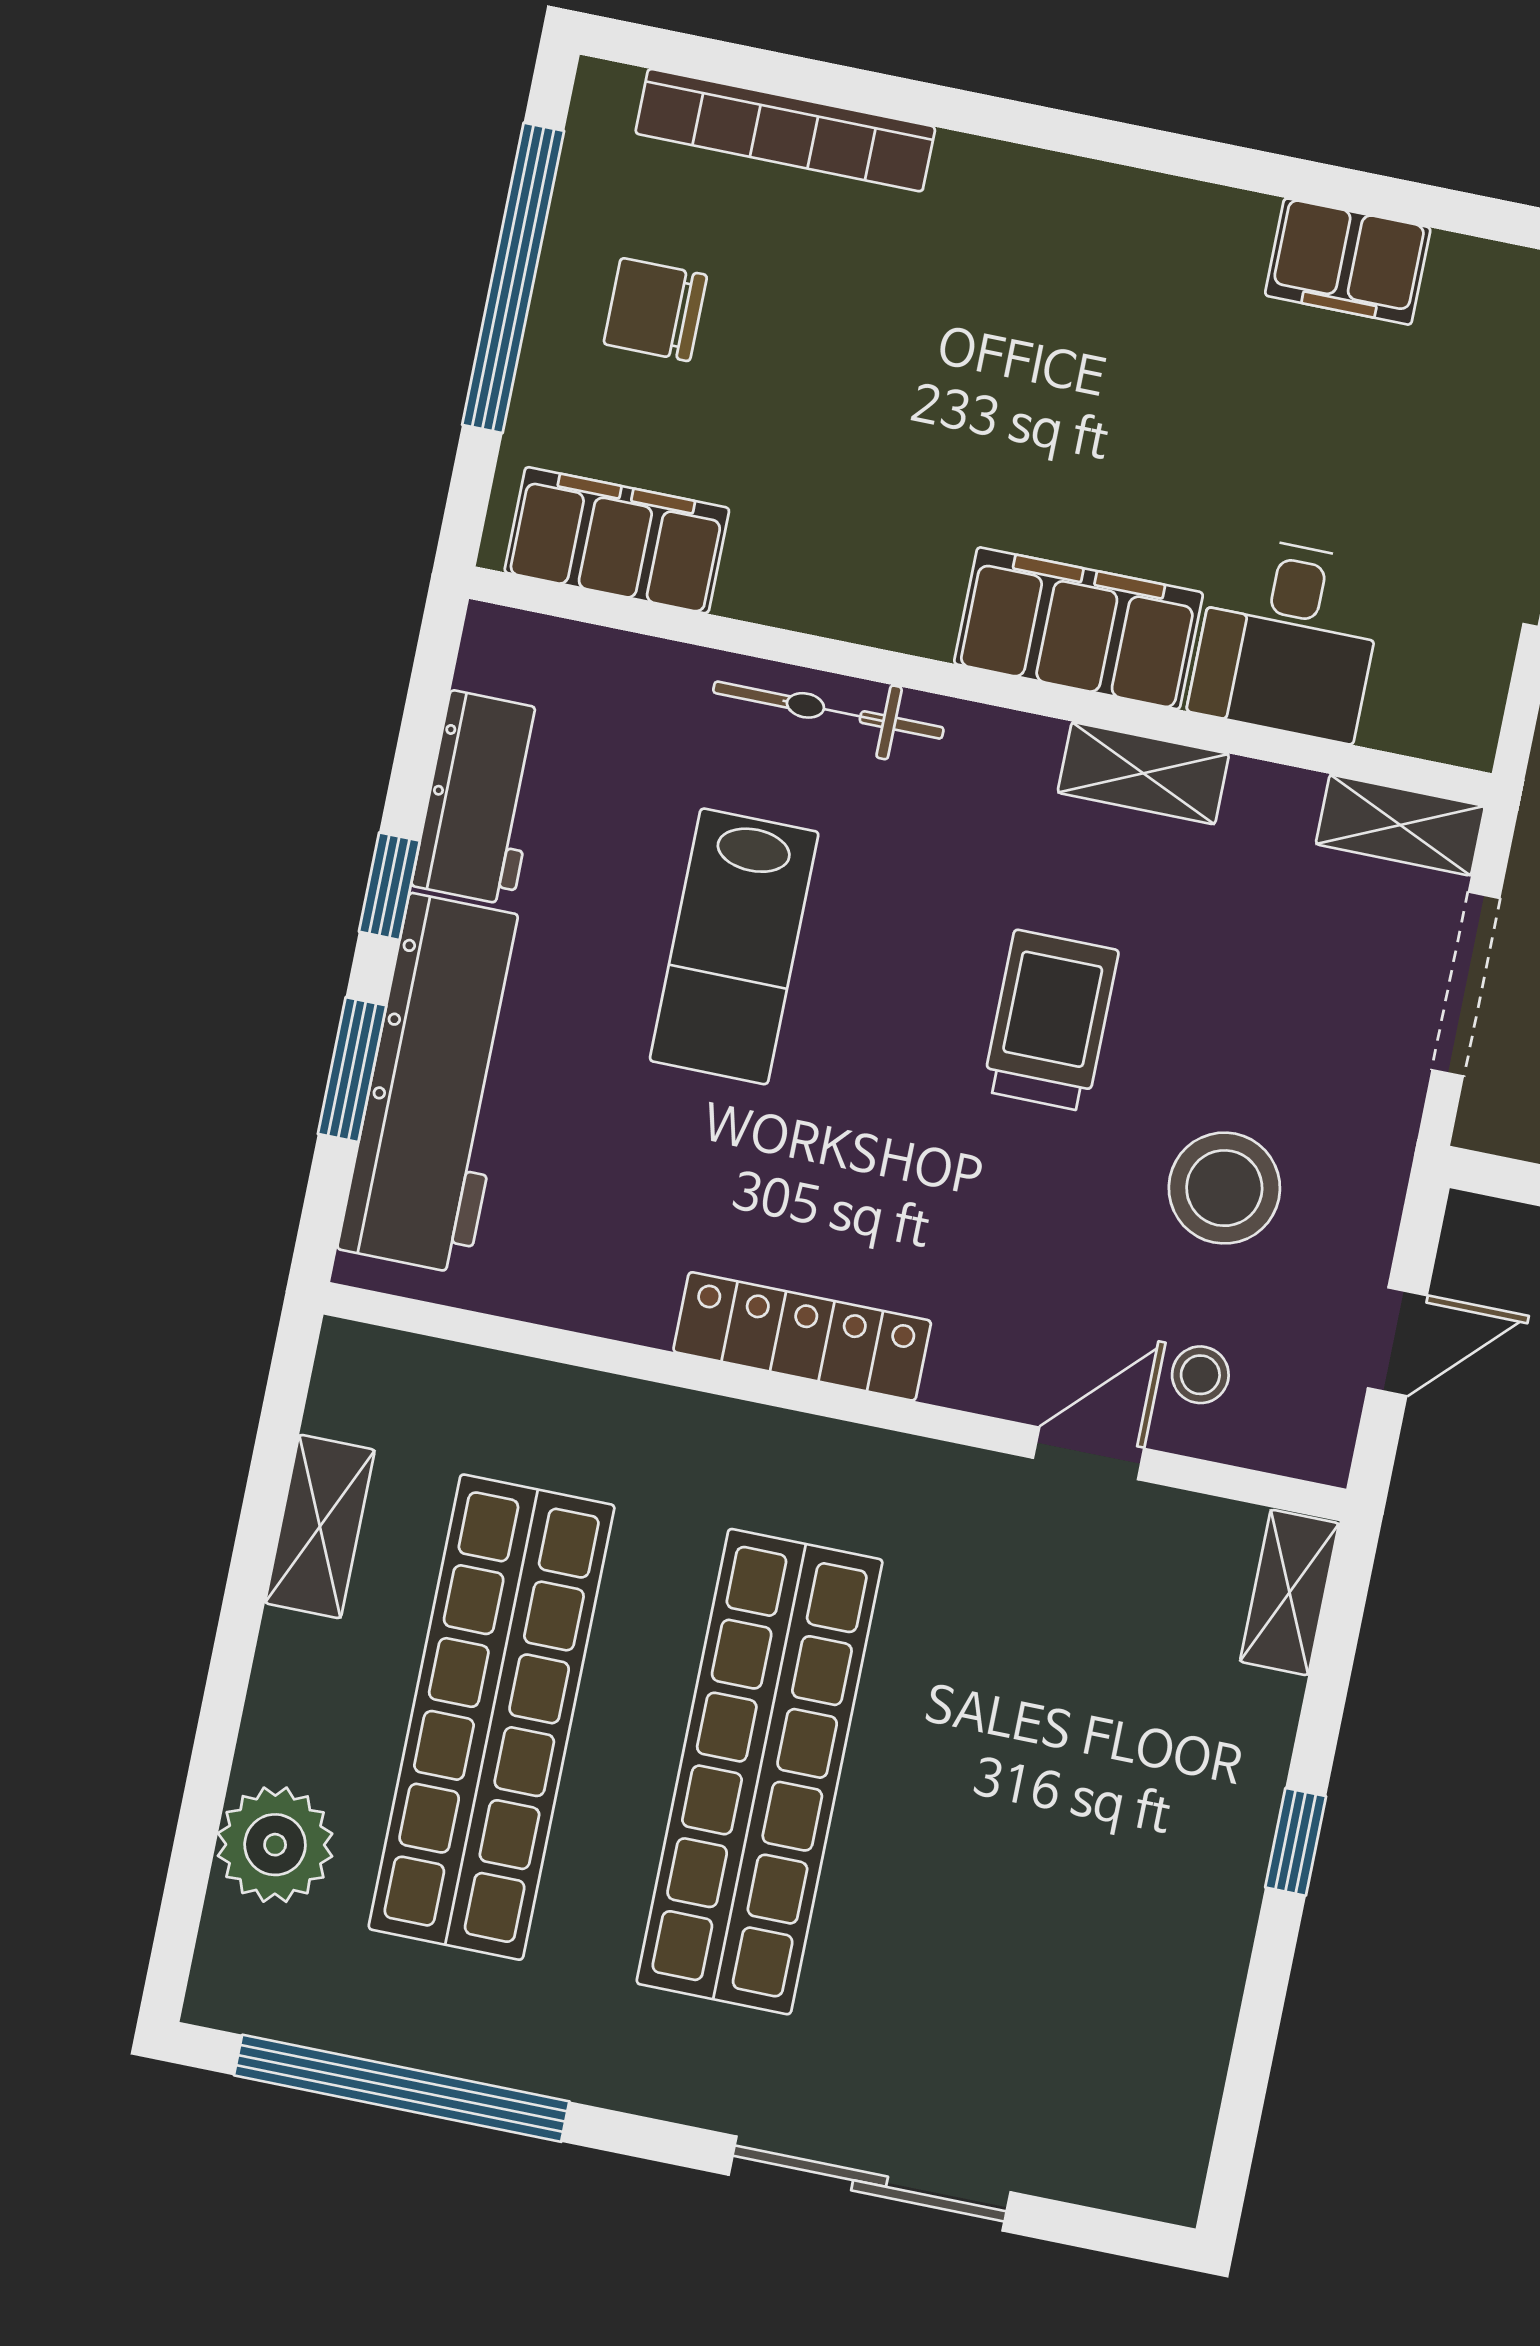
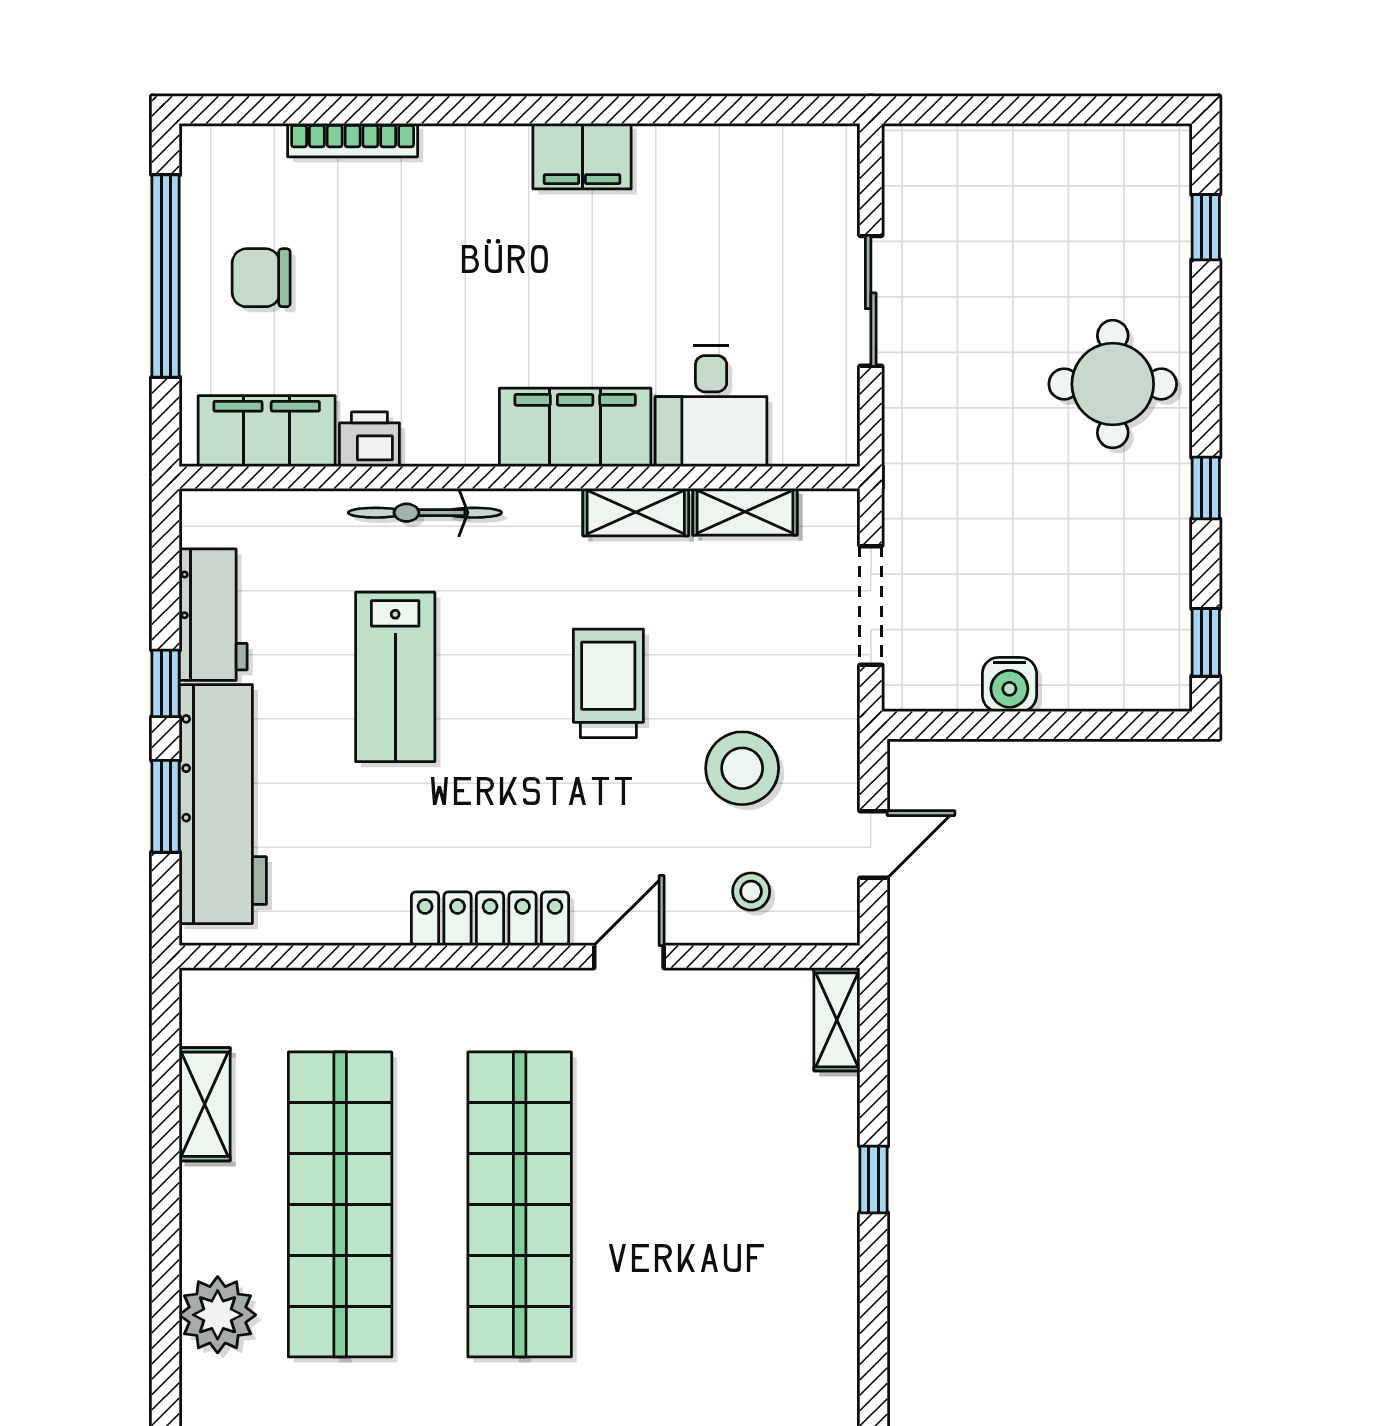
bookcase: (785, 130) -> (353, 140), width x0.68, depth x0.76
filing cabinet: (1348, 262) -> (582, 156), moved
printer: (768, 584) -> (369, 439), added
shelving: (1400, 825) -> (745, 512), moved
door: (1089, 1453) -> (629, 957), moved

